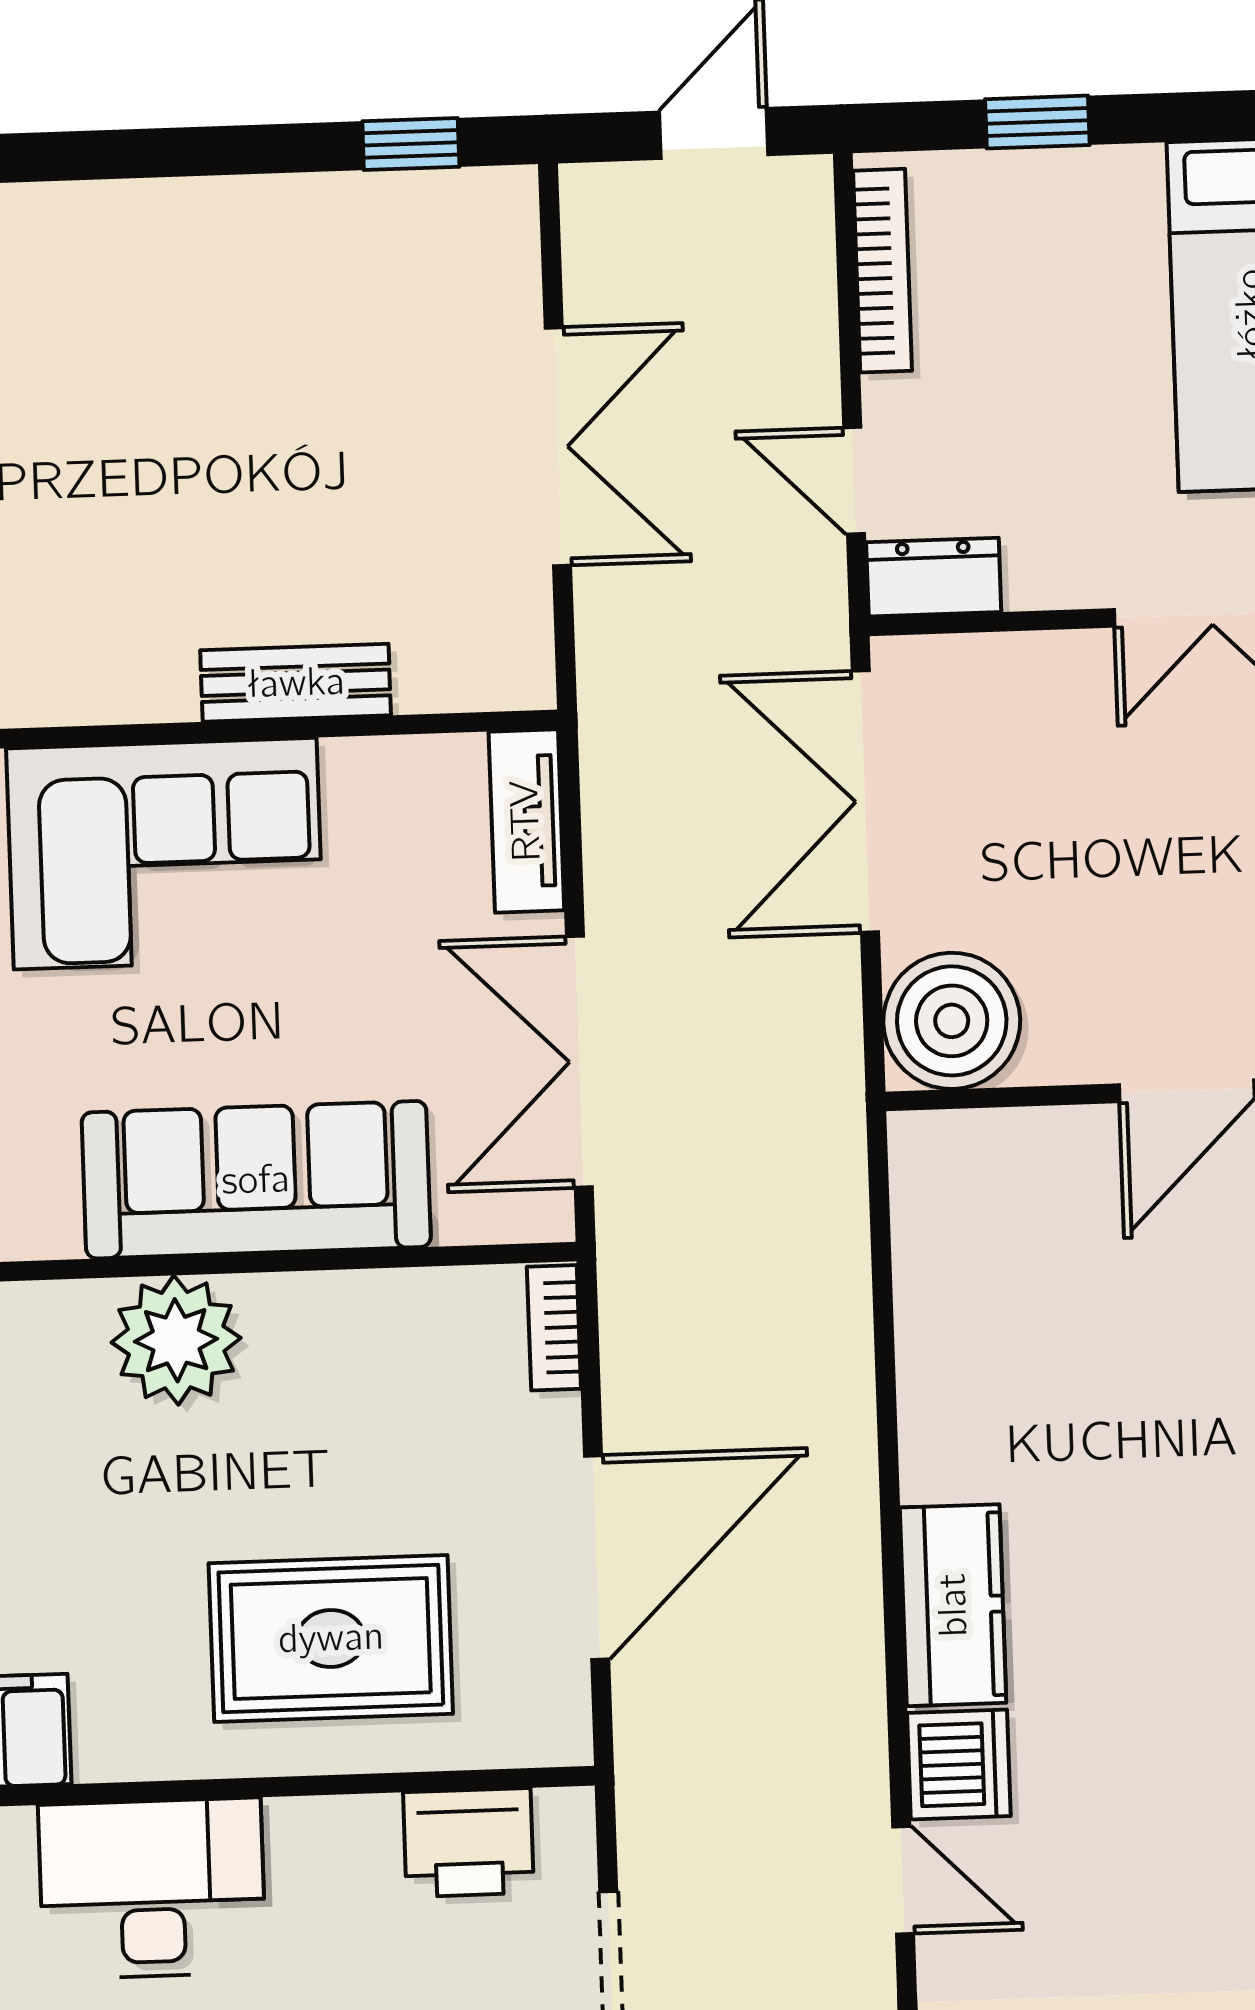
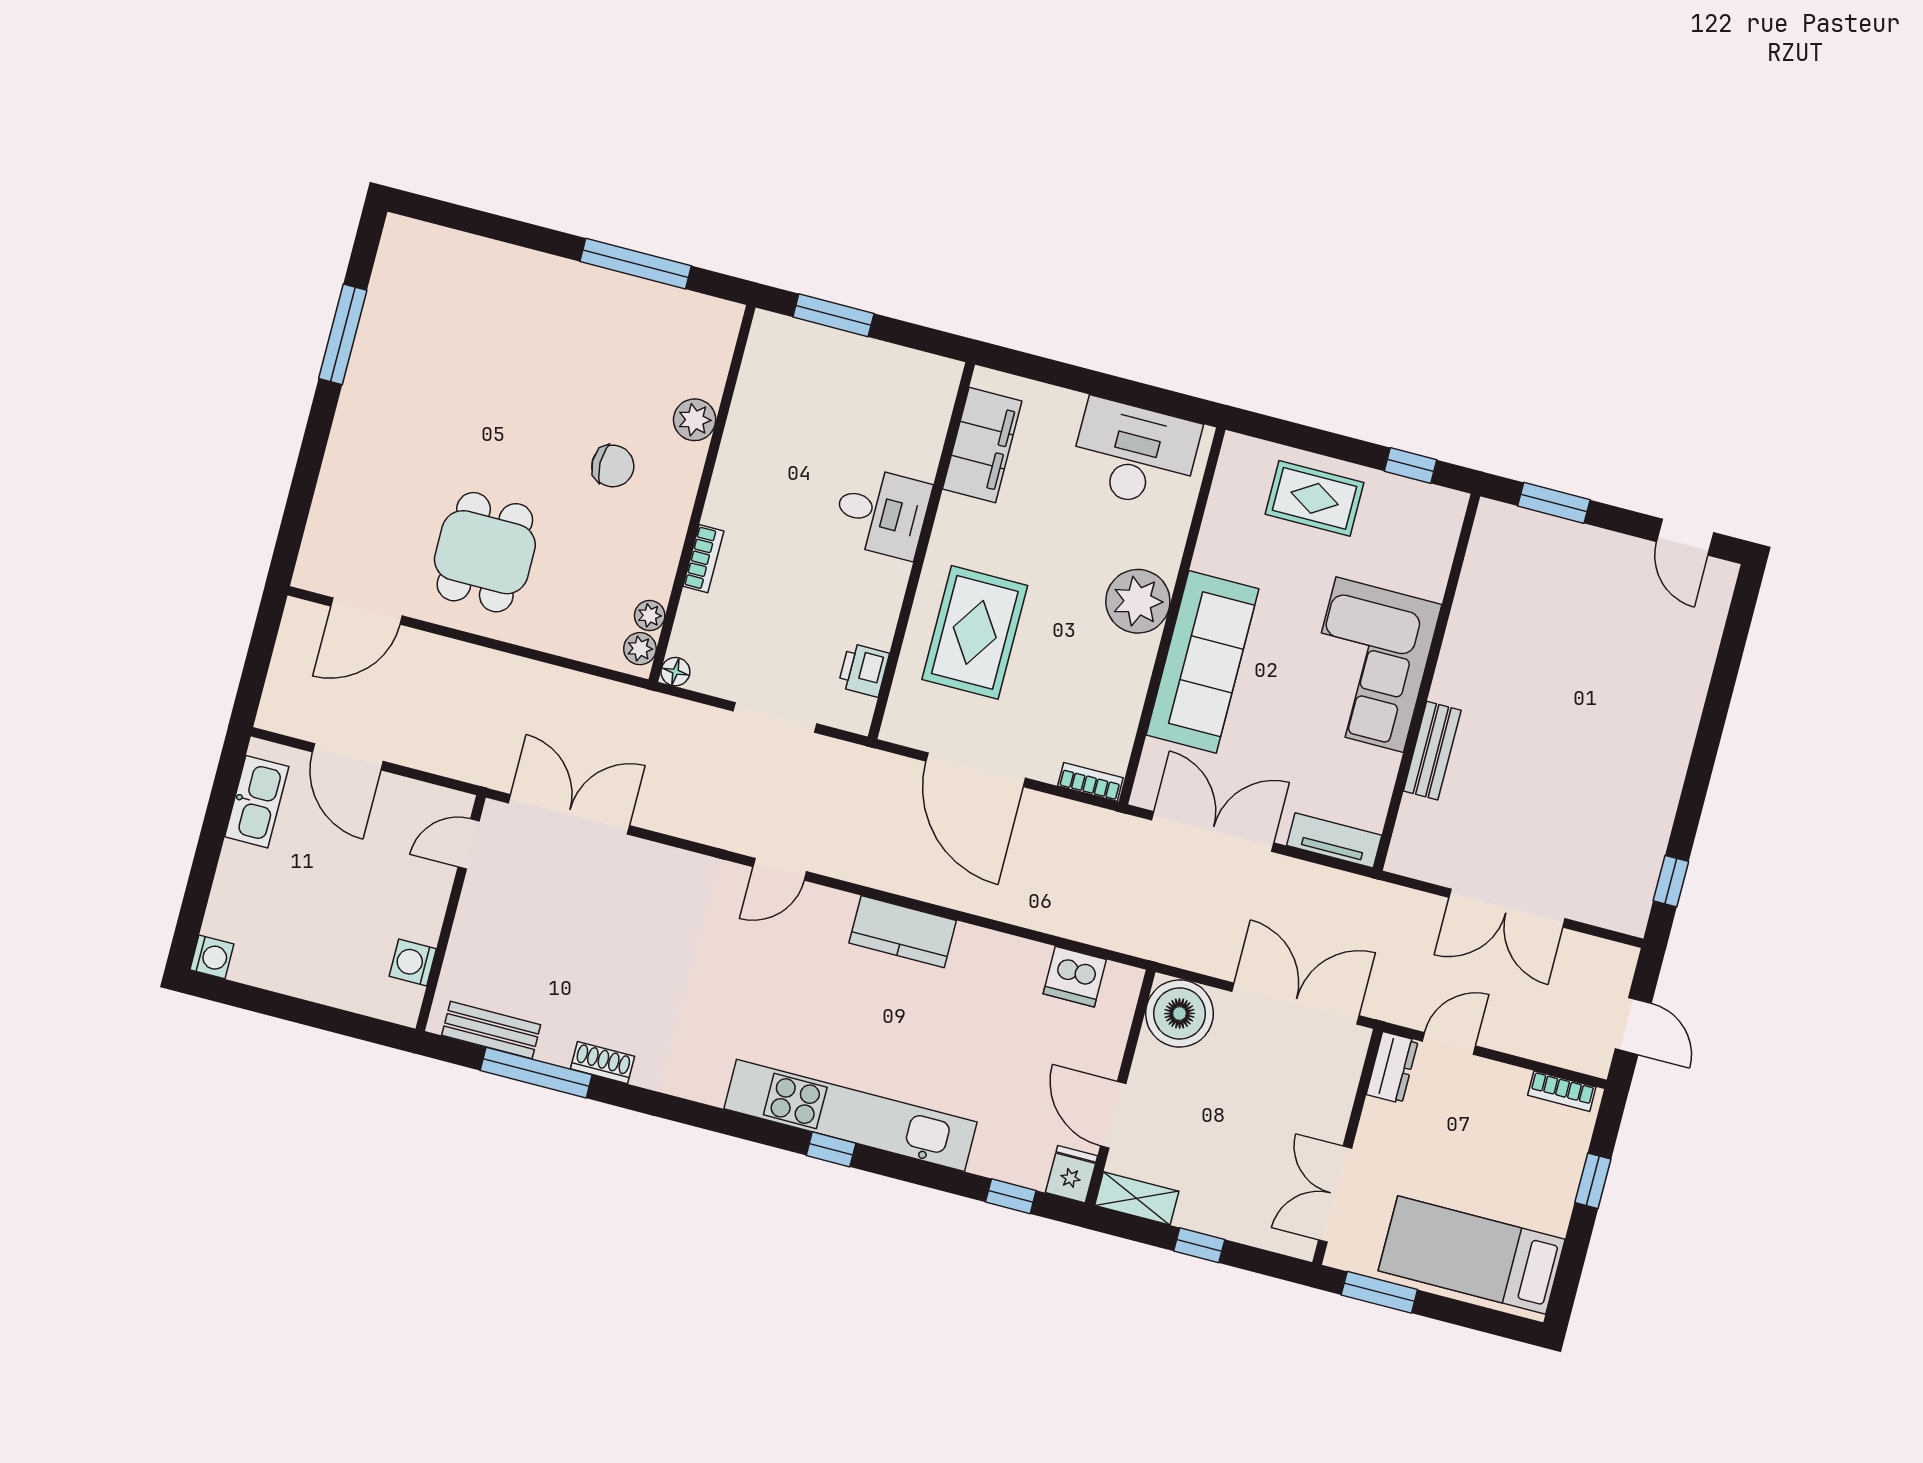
bookcase: (883, 271) -> (1562, 1091), width x0.64
dishwasher: (959, 1764) -> (1075, 977), moved
printer: (468, 1843) -> (864, 670), width x0.73, depth x0.81
desk: (152, 1889) -> (882, 513), width x0.73

